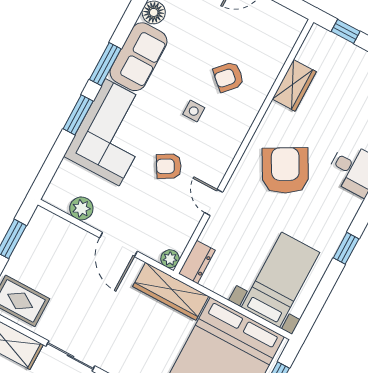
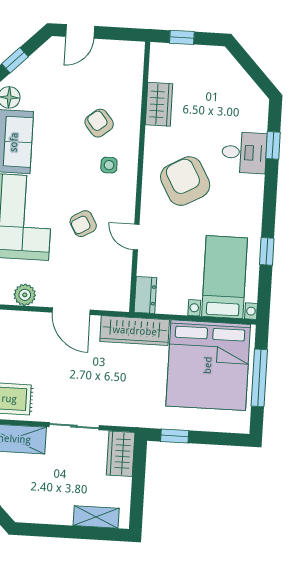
armchair: (229, 77) -> (99, 123), turned 98
side table: (194, 111) -> (109, 165), moved
window: (346, 248) -> (267, 251), moved
plant: (170, 259) -> (121, 303), removed

